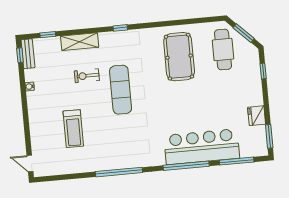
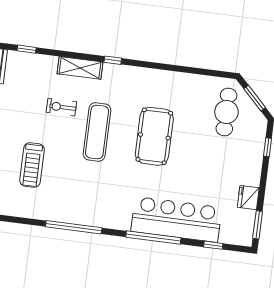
shelving: (80, 42) -> (80, 68), moved
pool table: (179, 57) -> (154, 136), moved
window: (237, 161) -> (213, 245), width x0.46

